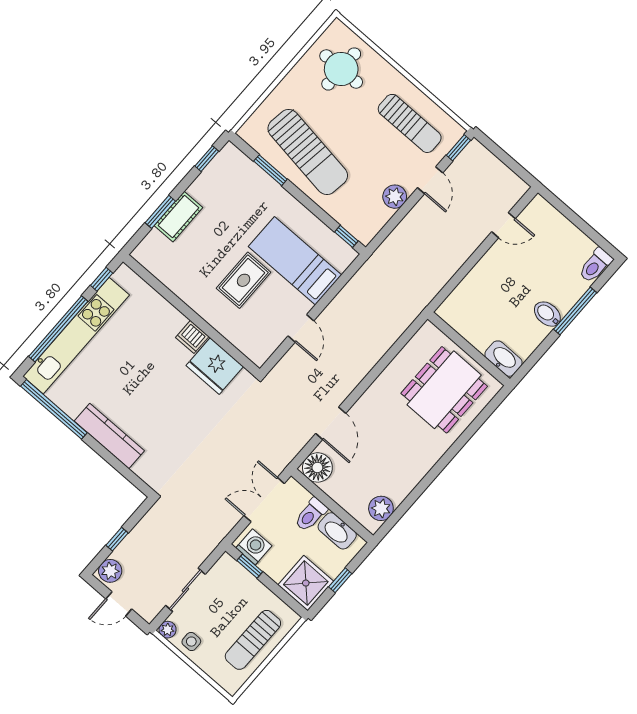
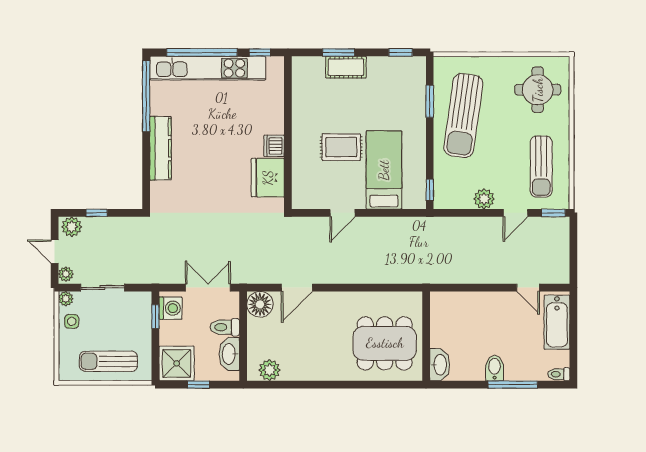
bathtub: (555, 226) -> (557, 322), added
toilet: (595, 265) -> (559, 374), width x0.73, depth x0.72
plant: (146, 611) -> (66, 274), added

